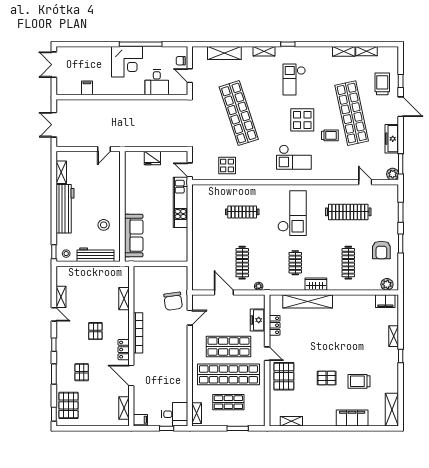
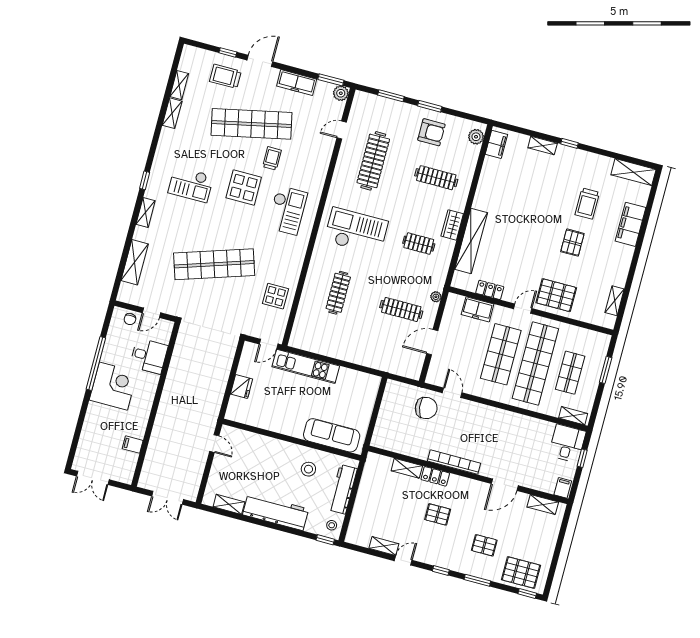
locker: (124, 350) -> (435, 476), moved

